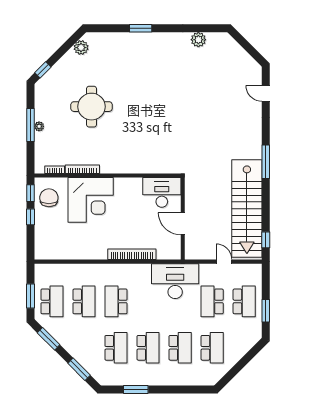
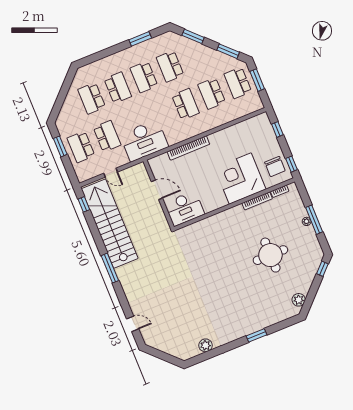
window: (30, 217) -> (277, 129), moved
school desk: (180, 348) -> (118, 88), turned 180

